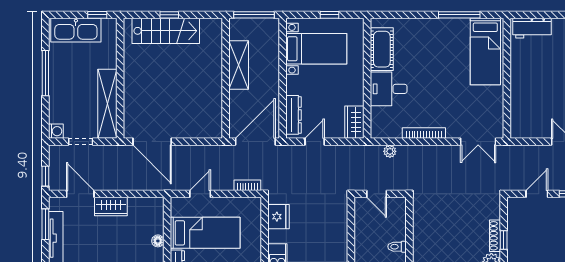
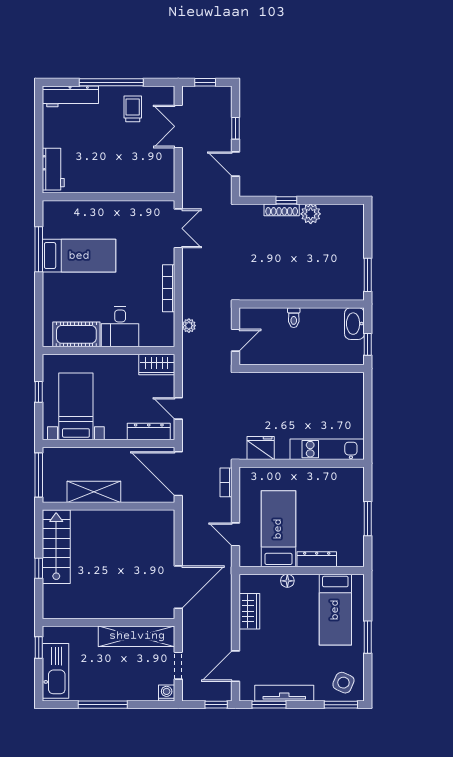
stairs: (166, 31) -> (56, 547), moved
bed: (485, 52) -> (79, 256), moved
wardrobe: (111, 206) -> (249, 611), moved

